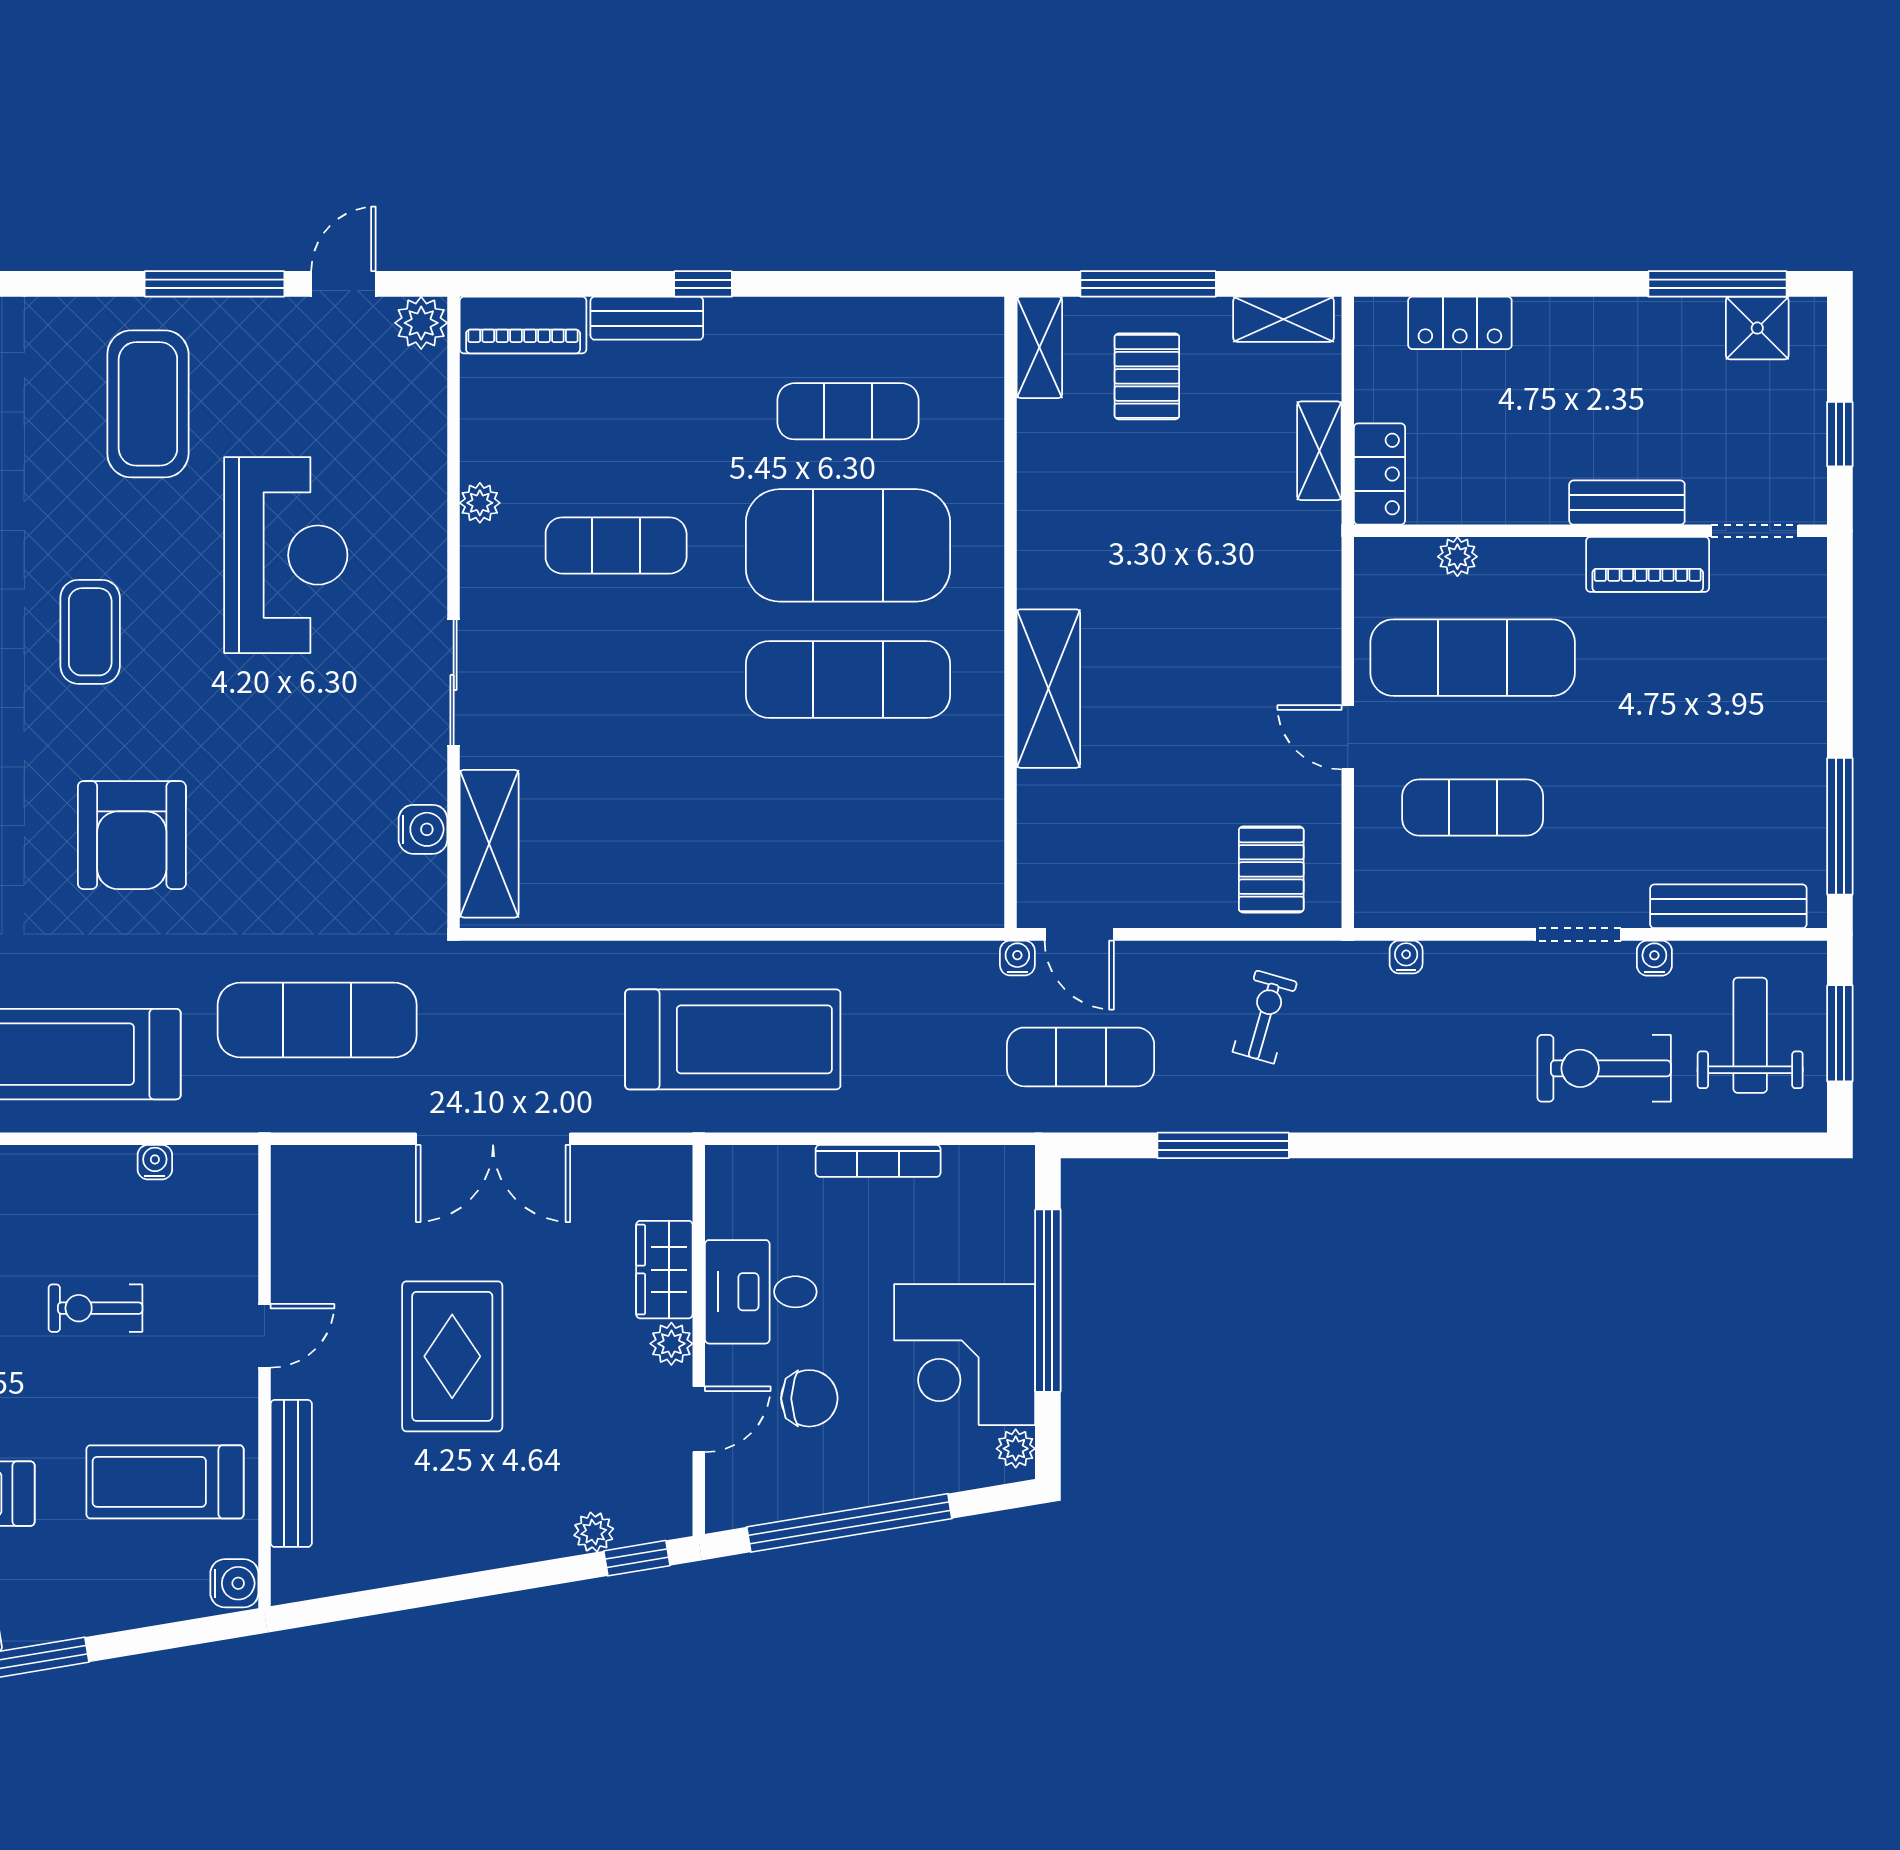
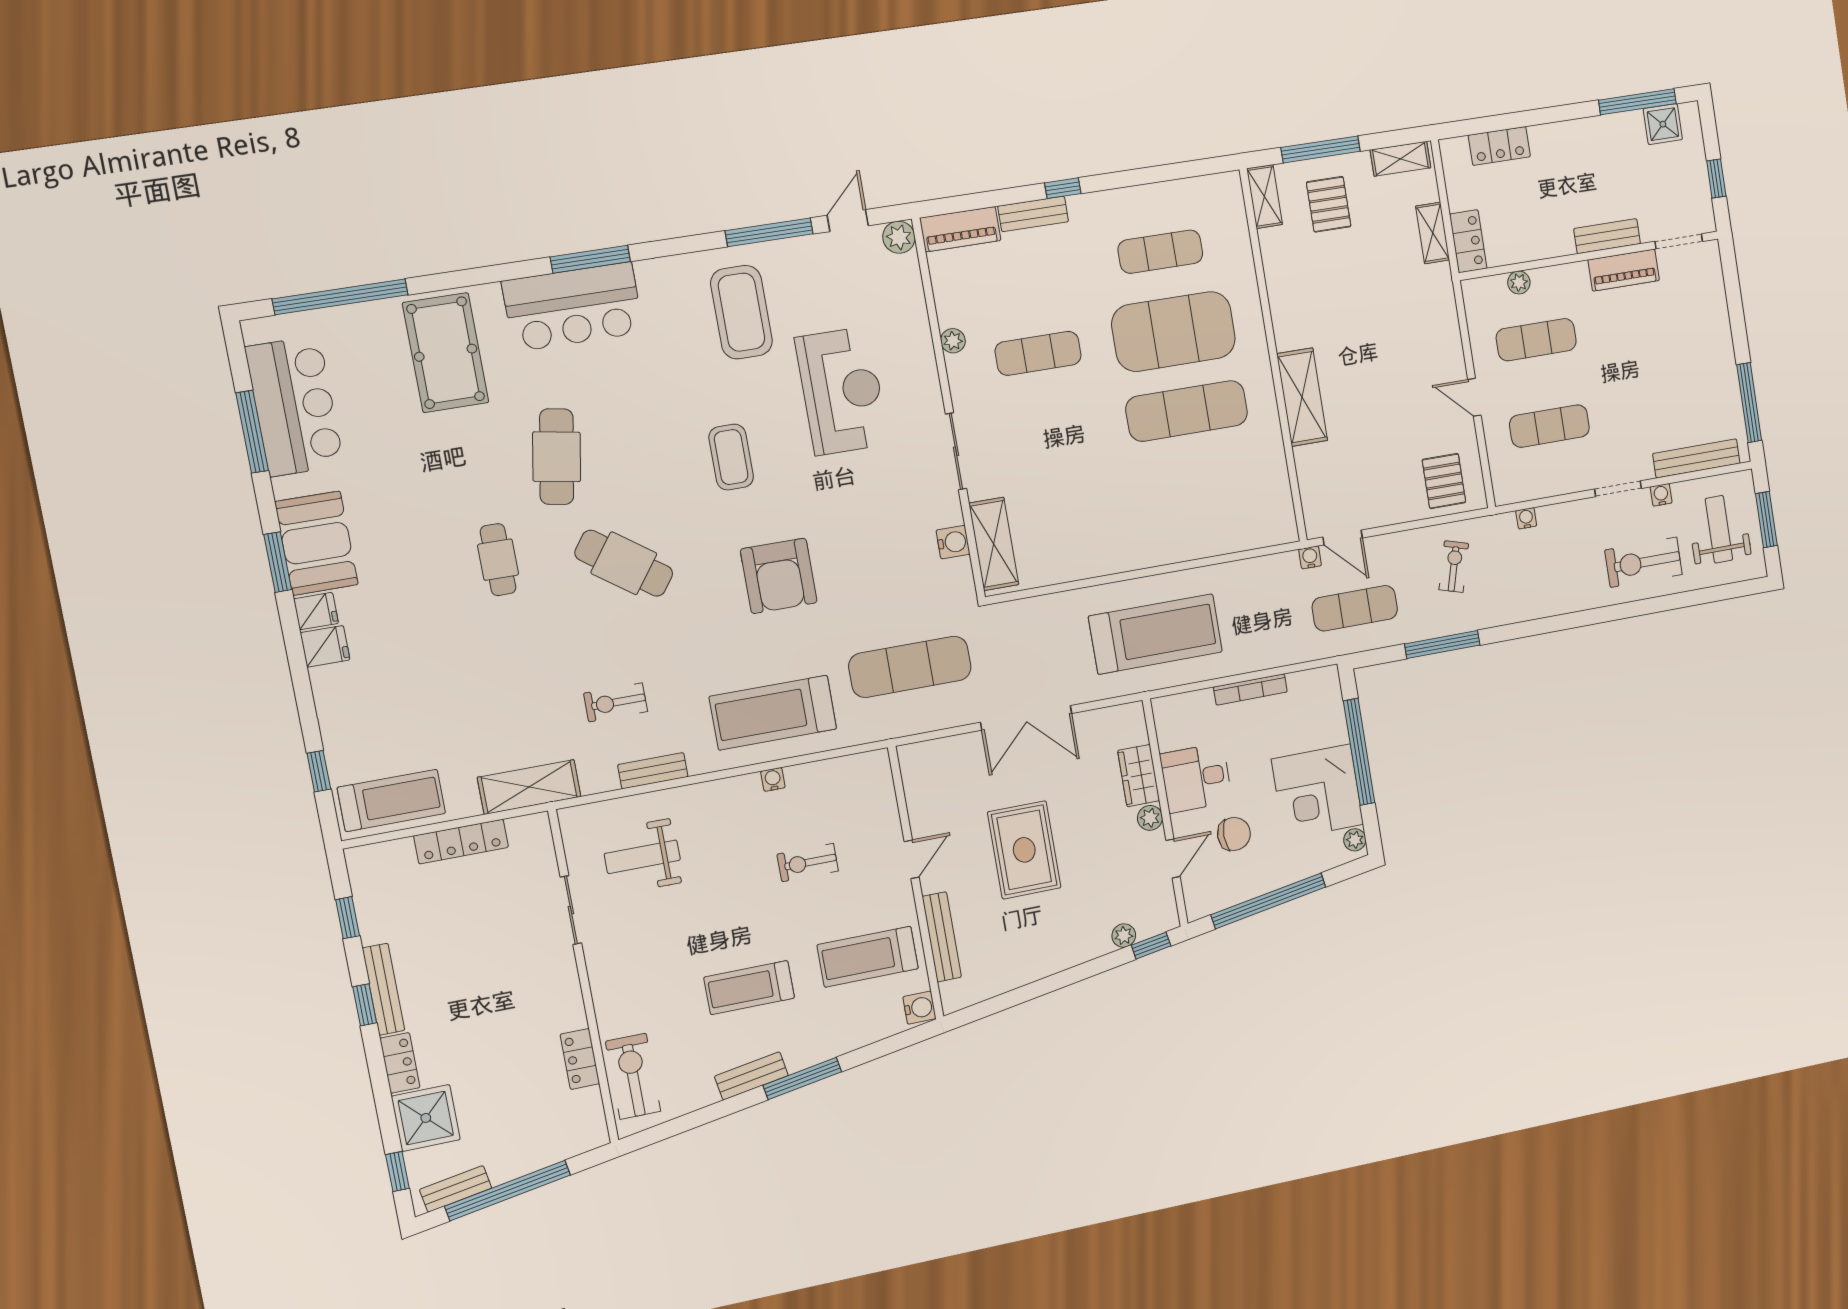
exercise mat: (1473, 658) -> (1536, 340), width x0.73, depth x0.69
water cooler: (155, 1162) -> (773, 779), moved

